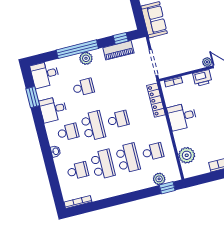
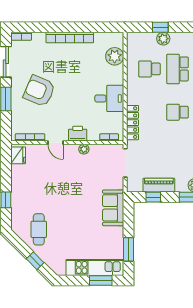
plant: (207, 62) -> (84, 149), moved
plant: (159, 179) -> (163, 39), moved
window: (167, 188) -> (160, 27), moved

